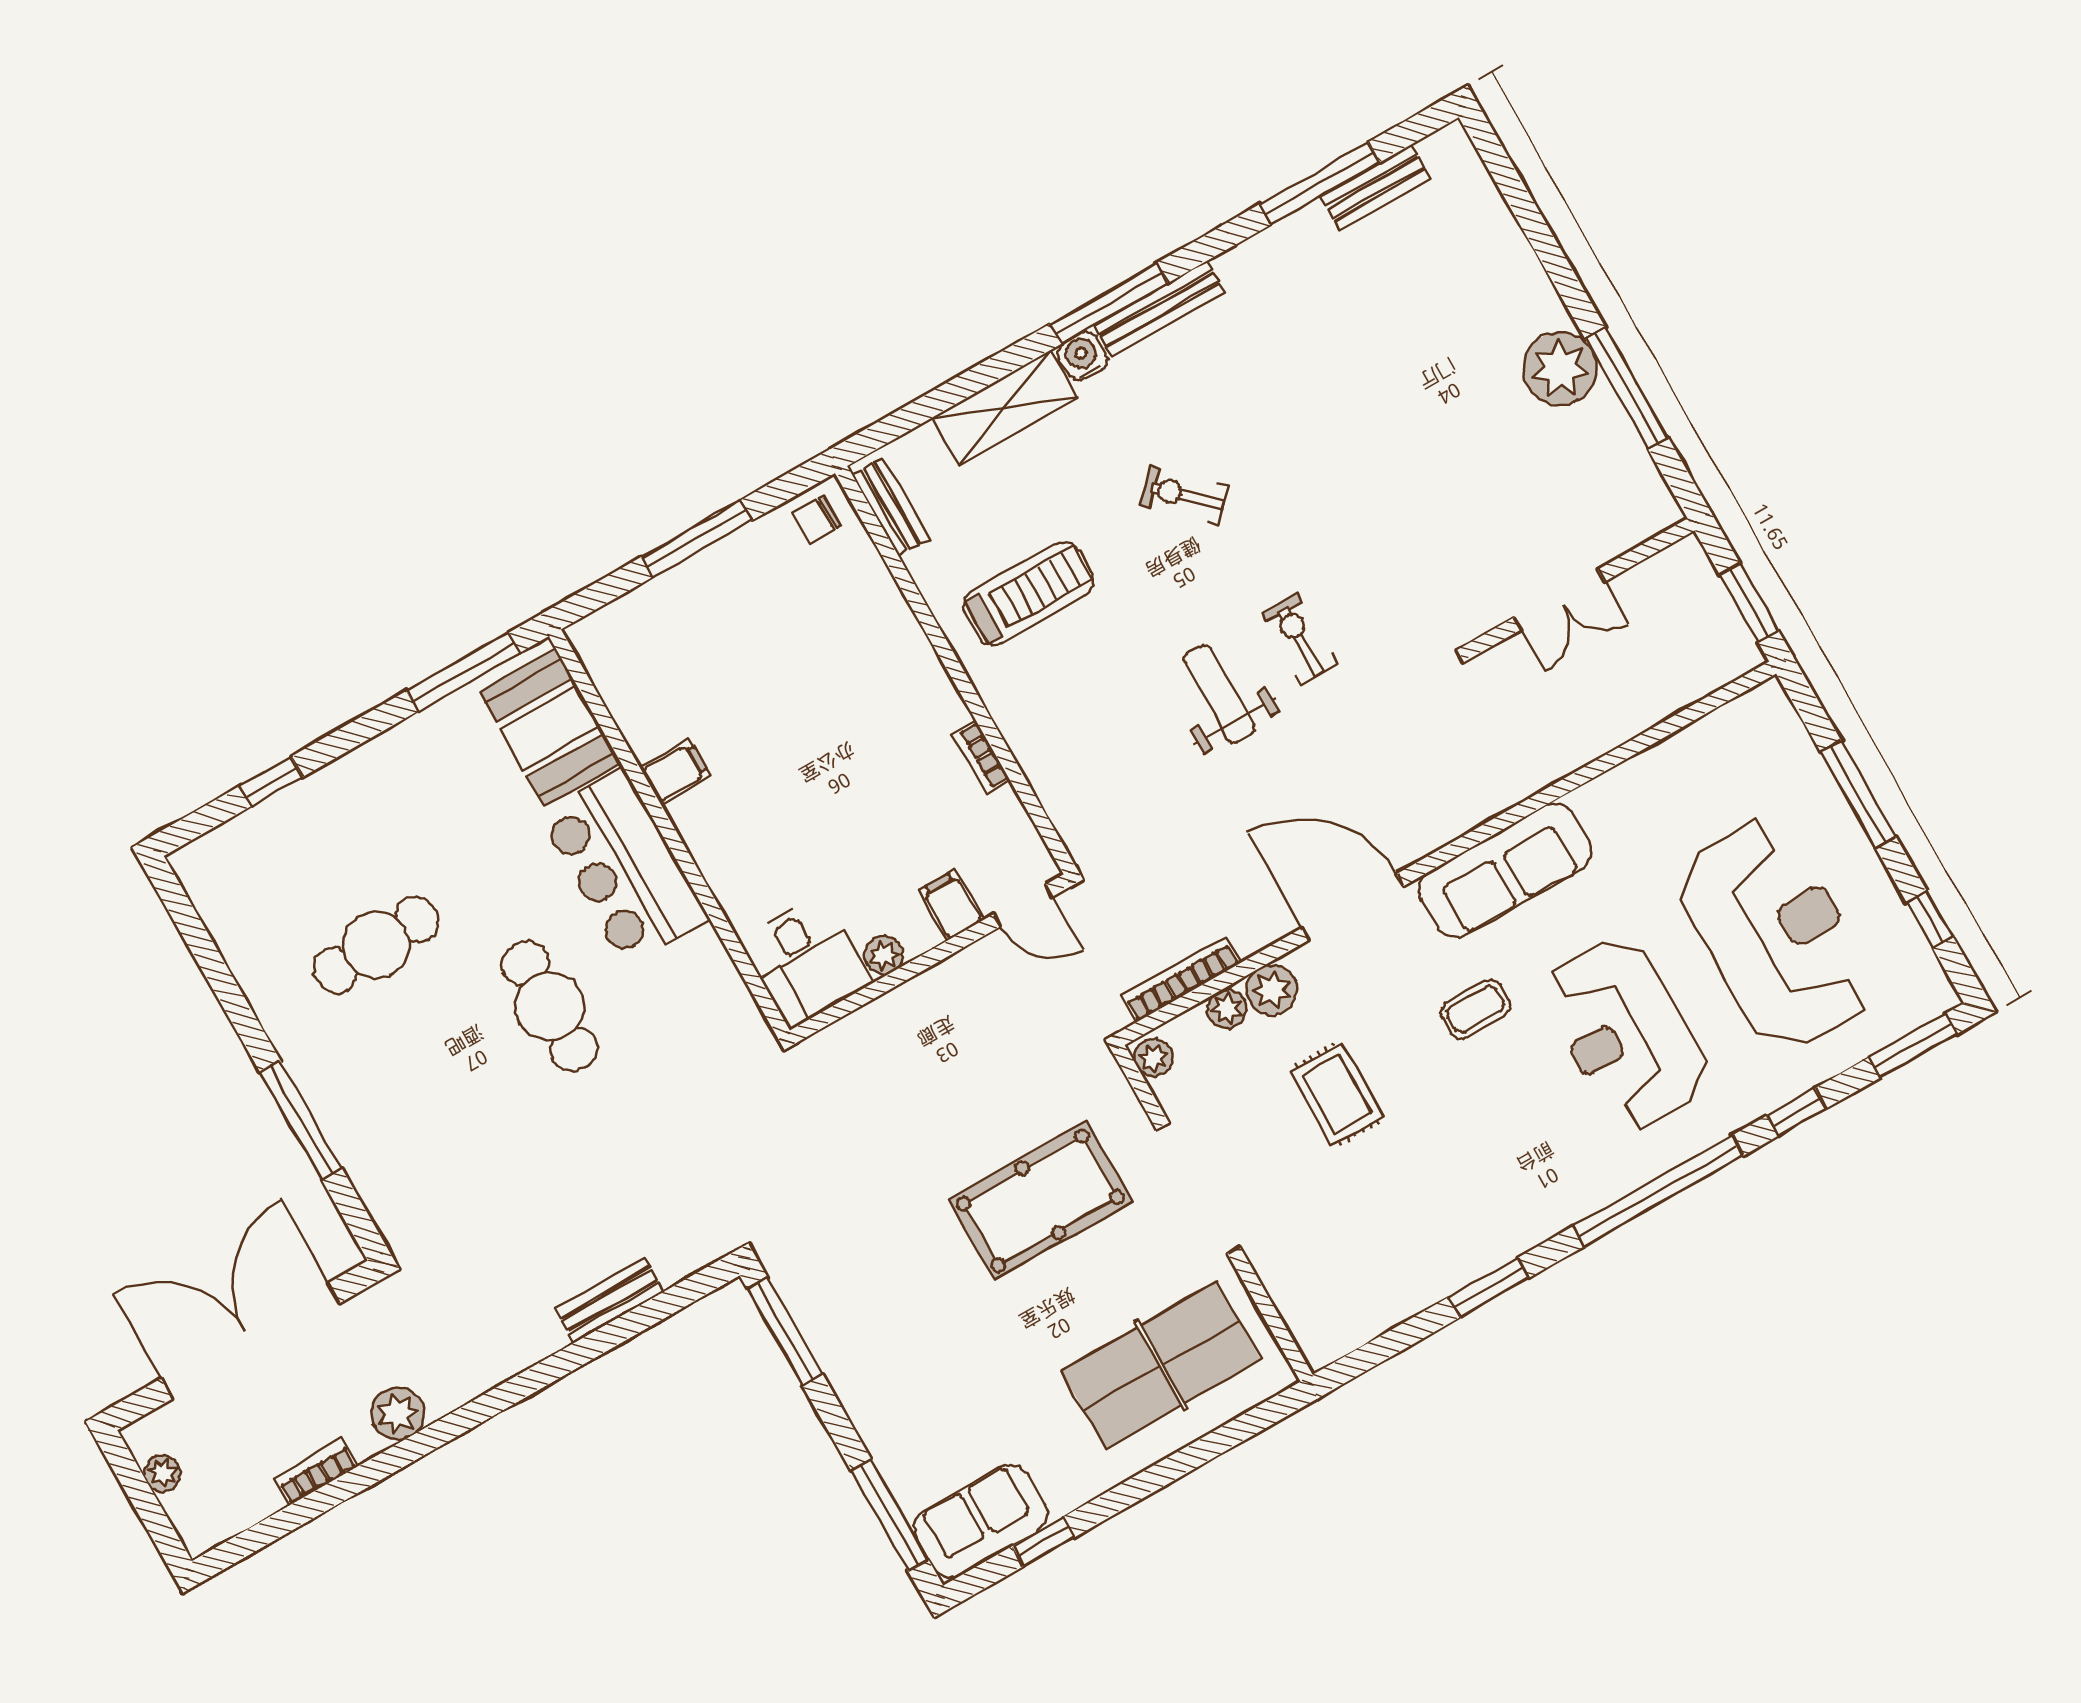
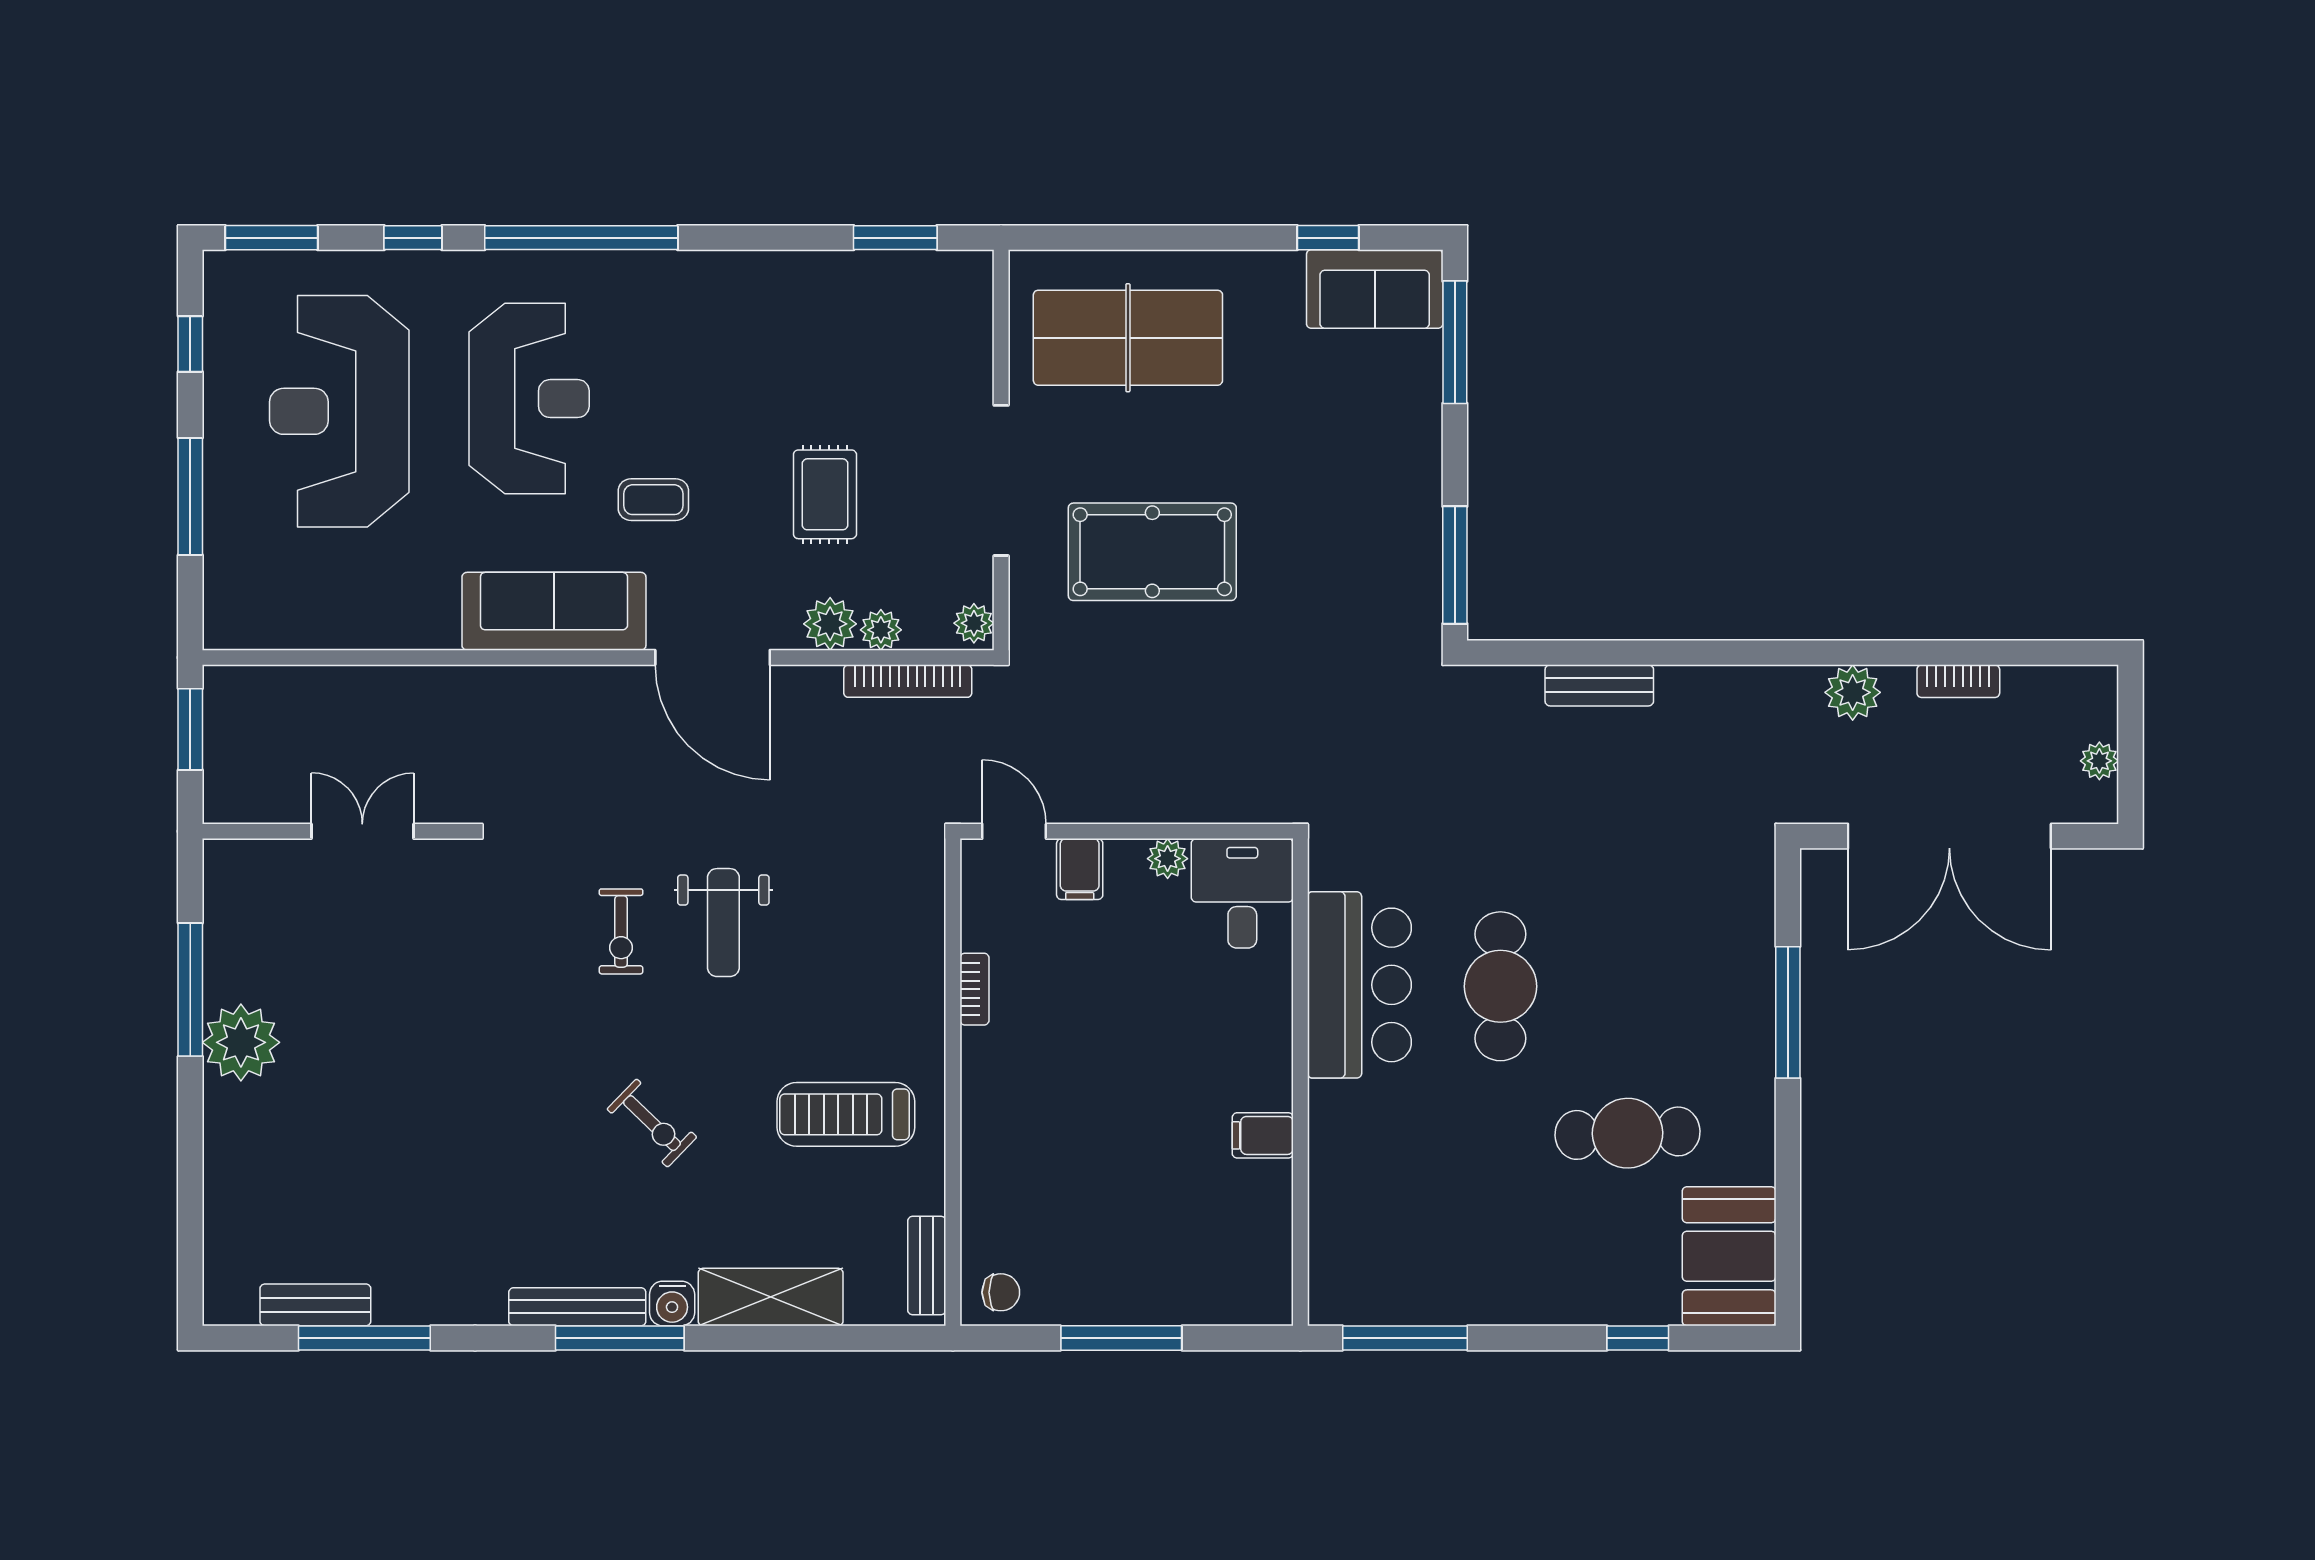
booth: (550, 727) -> (1729, 1256), moved
bar counter: (624, 867) -> (1359, 985), moved
window: (1489, 1288) -> (895, 238), moved

